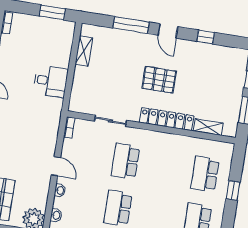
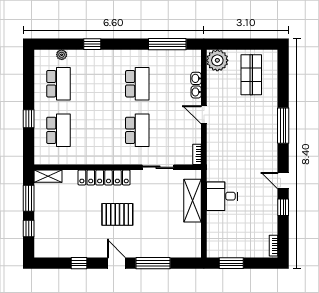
shelving: (84, 51) -> (192, 201), moved, width x1.50, depth x1.33
shelving: (208, 127) -> (48, 176), moved
washbasin: (56, 215) -> (196, 78), moved

